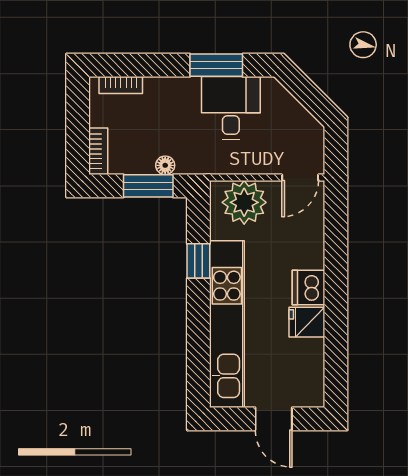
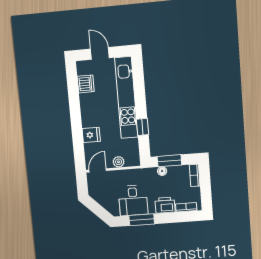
printer: (165, 93) -> (165, 205), added
plant: (244, 202) -> (119, 162), width x0.53, depth x0.53
dishwasher: (308, 288) -> (86, 84), moved
fridge: (307, 322) -> (91, 135), moved

